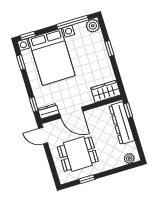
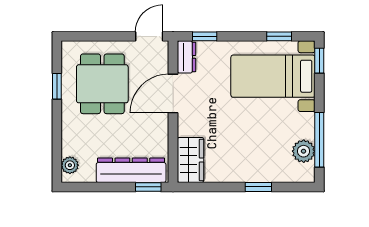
plant: (93, 26) -> (304, 151), moved
bed with nightstands: (52, 57) -> (273, 76), width x0.73

